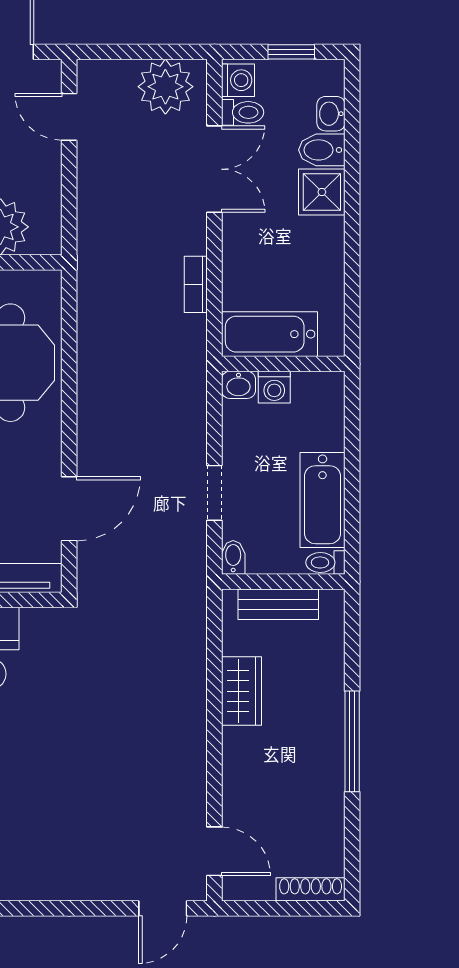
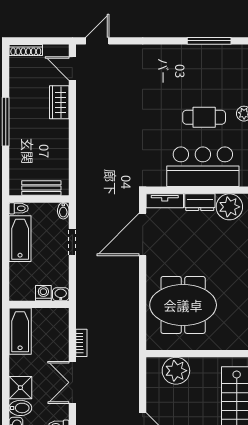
double door: (214, 169) -> (72, 382), moved
bathtub: (269, 334) -> (20, 331), moved, turned -90
door: (69, 509) -> (143, 234), width x1.36
wardrobe: (242, 691) -> (59, 102), moved

